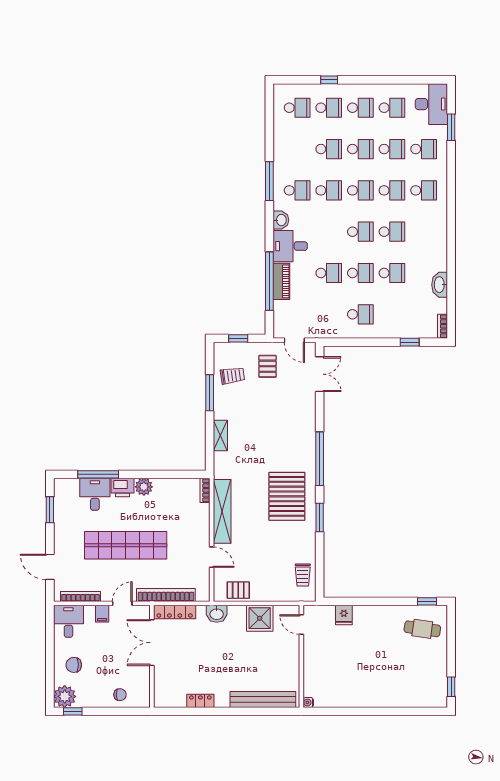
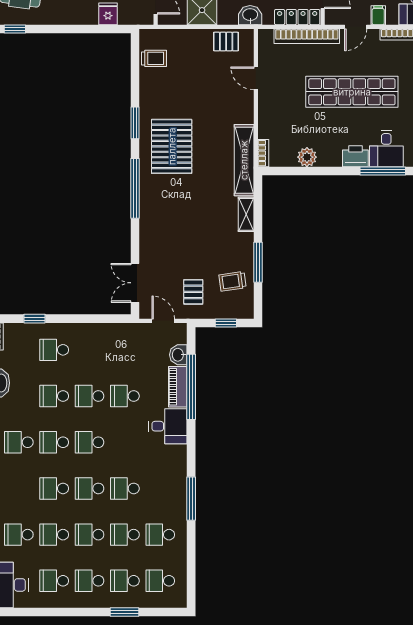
window: (329, 80) -> (124, 612), width x1.50
school desk: (297, 190) -> (160, 535), moved
school desk: (424, 190) -> (19, 442), moved
washbasin: (281, 220) -> (178, 355), moved
school desk: (360, 314) -> (54, 350), moved
plant: (144, 487) -> (307, 157), moved
shelving: (222, 511) -> (244, 160), moved
trolley: (303, 575) -> (154, 58), turned 90

